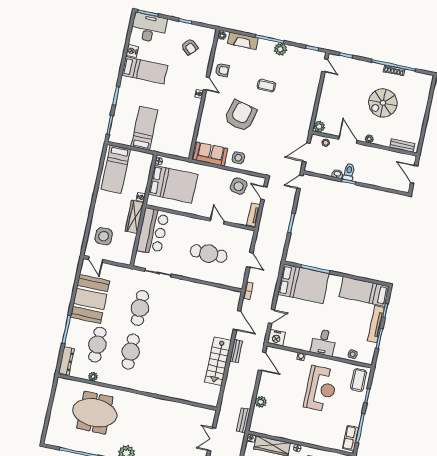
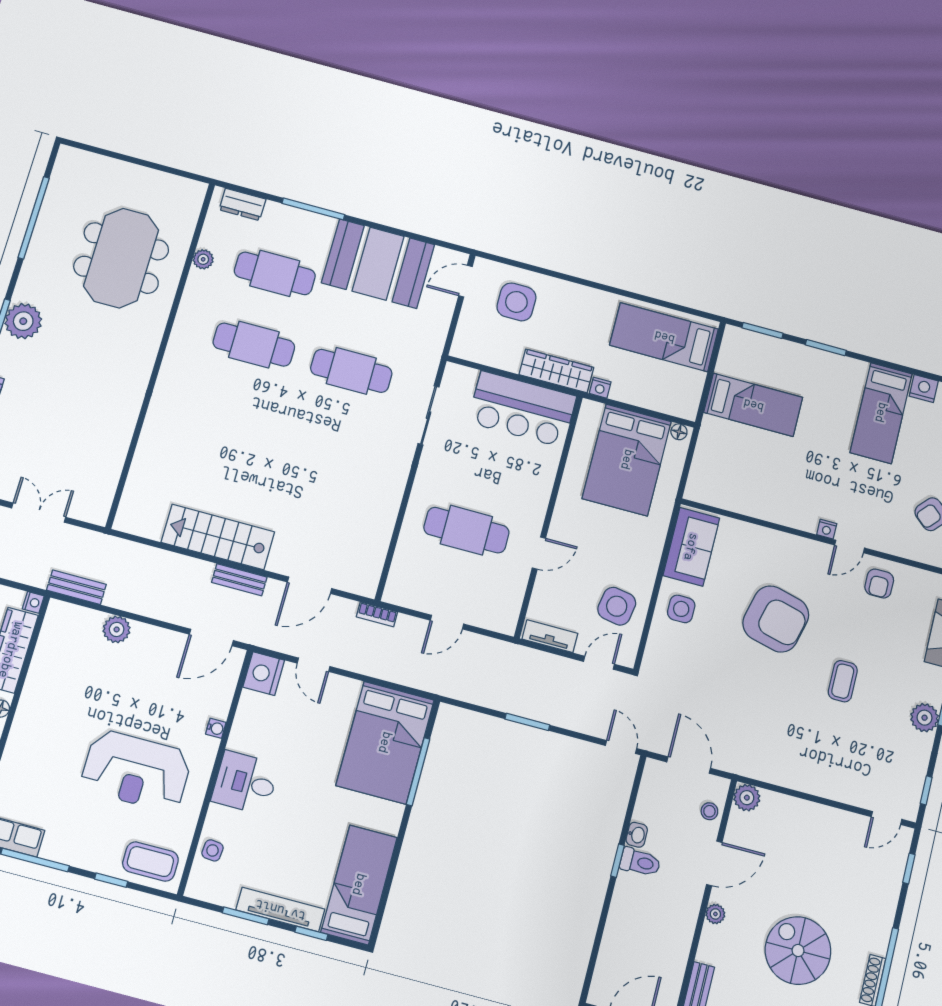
cafe table: (209, 253) -> (466, 530), turned 90
dresser: (66, 361) -> (242, 204), width x0.70

